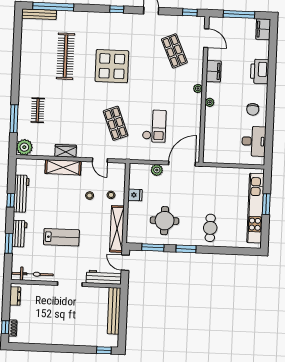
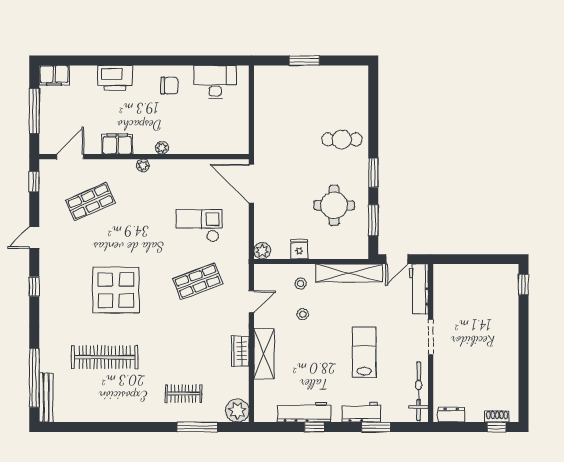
plant: (157, 170) -> (262, 251), moved
kitchen unit: (256, 208) -> (311, 76), removed
bench: (114, 311) -> (466, 272), removed

